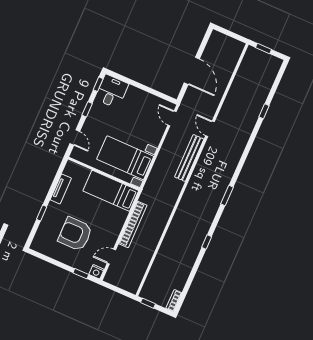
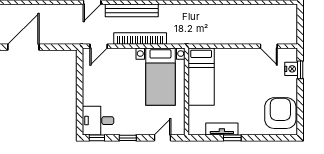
door: (192, 71) -> (23, 47), moved
window: (42, 213) -> (232, 138), moved
bookcase: (133, 224) -> (140, 39), moved
armchair: (75, 234) -> (280, 113), moved, turned 180
nightstand: (96, 272) -> (291, 69), moved

